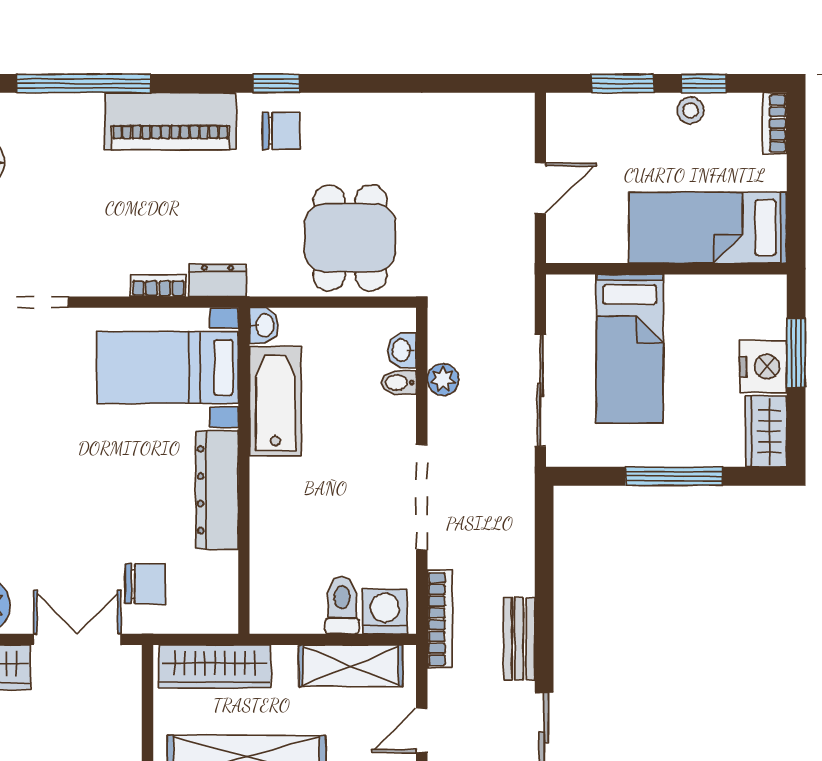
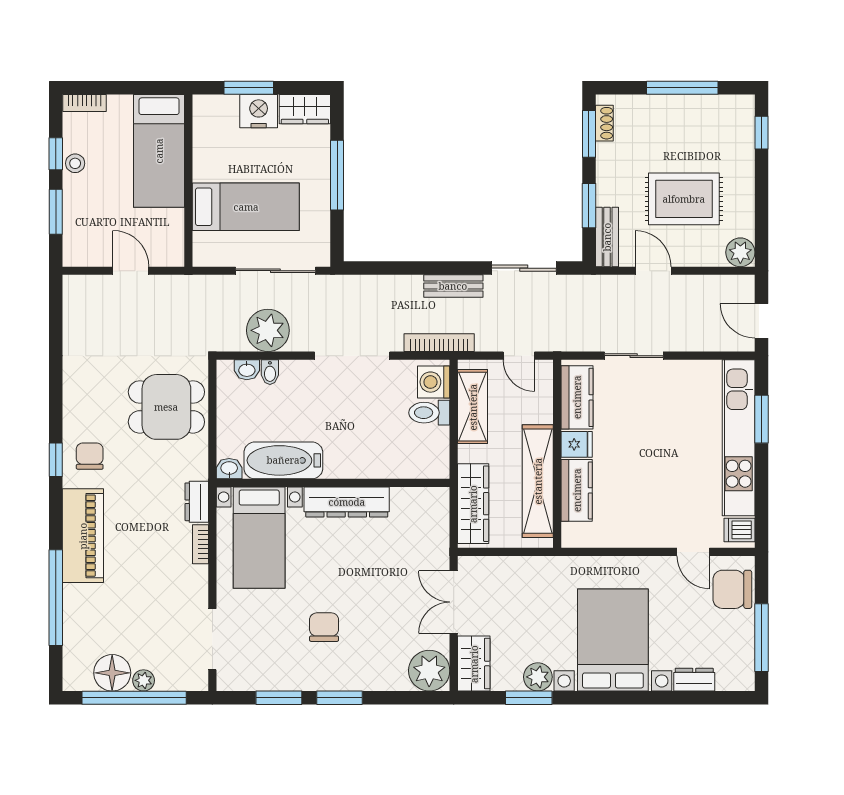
plant: (443, 380) -> (268, 330), width x1.87, depth x1.87
chair: (145, 584) -> (324, 627), moved

